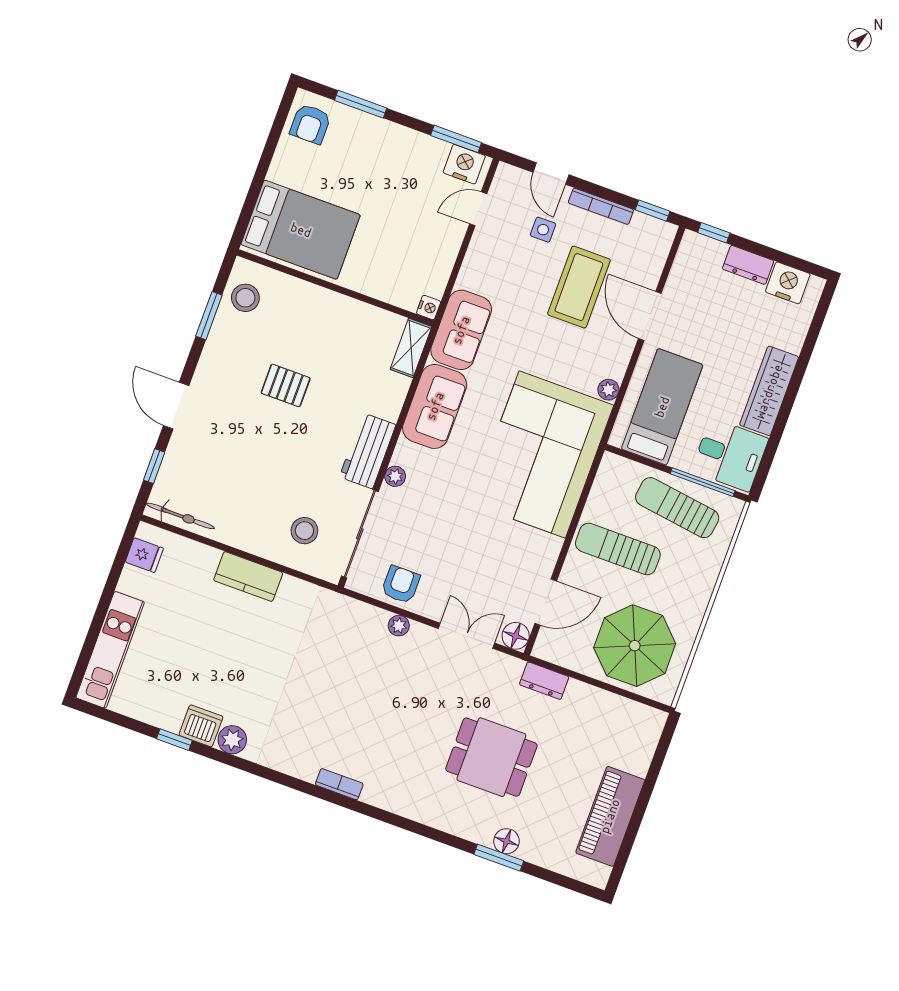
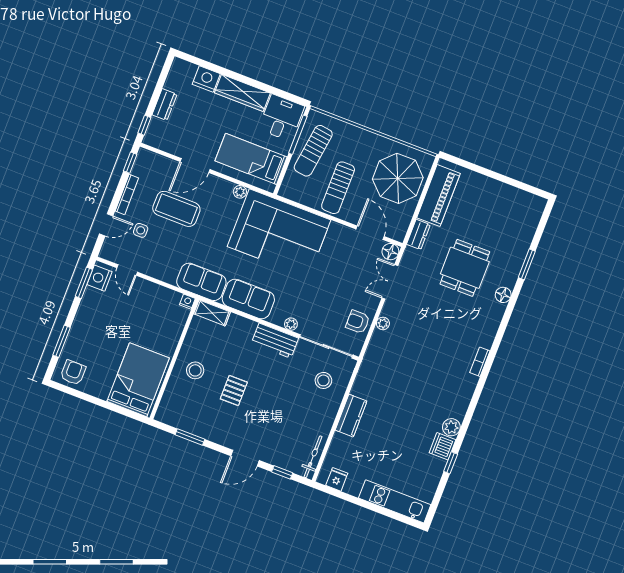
armchair: (310, 124) -> (73, 373), turned -90
nightstand: (788, 283) -> (206, 79), moved, turned 90
stool: (245, 298) -> (195, 370), moved
piano: (610, 816) -> (438, 196), moved, turned -90
floor lamp: (506, 841) -> (503, 295), moved

